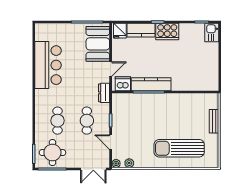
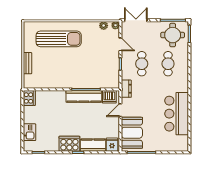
kitchen sink: (212, 33) -> (29, 132), moved
cooker: (212, 83) -> (29, 98), added

